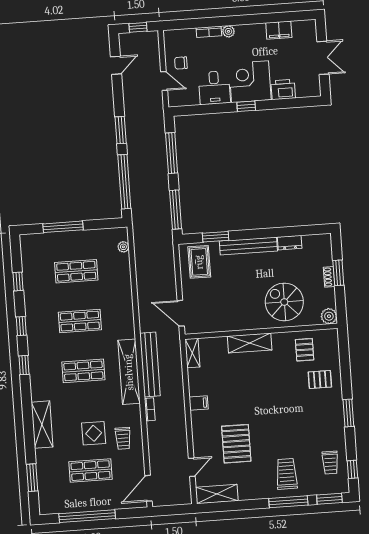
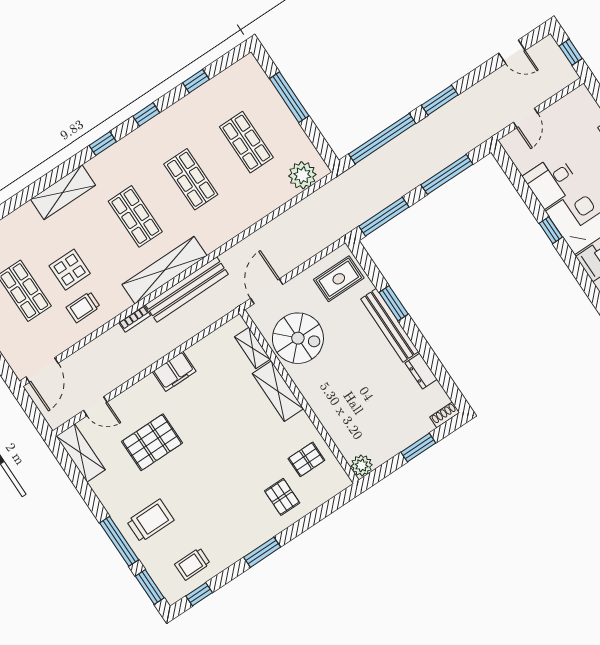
chair: (181, 63) -> (558, 126), removed
window: (216, 237) -> (394, 303), moved
plant: (123, 247) -> (302, 175), width x1.87, depth x1.87
shoe rack: (329, 277) -> (445, 415), moved
spiral stairs: (284, 302) -> (298, 338), moved, turned 90
shelving: (192, 353) -> (252, 348), moved, turned 90
filing cabinet: (199, 403) -> (174, 371), width x2.00
shelving: (42, 425) -> (63, 192), moved
door: (149, 488) -> (42, 370), swing flipped

